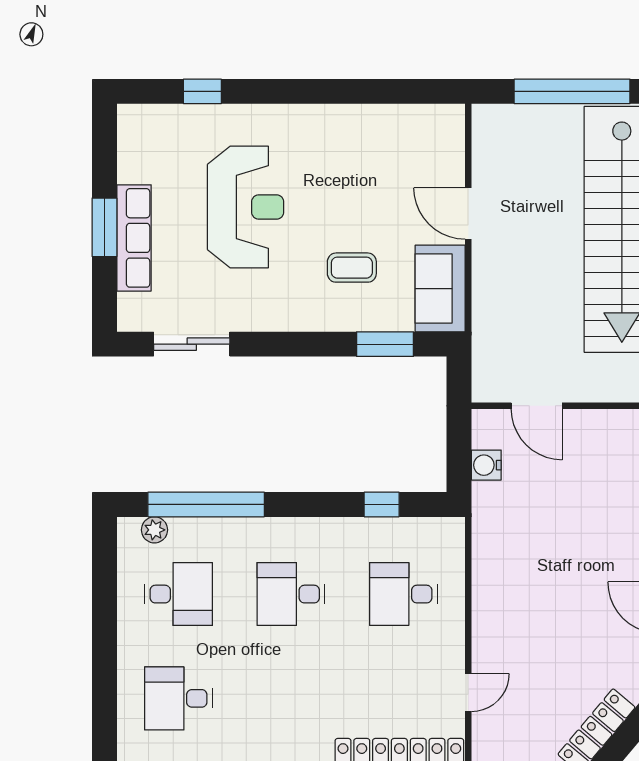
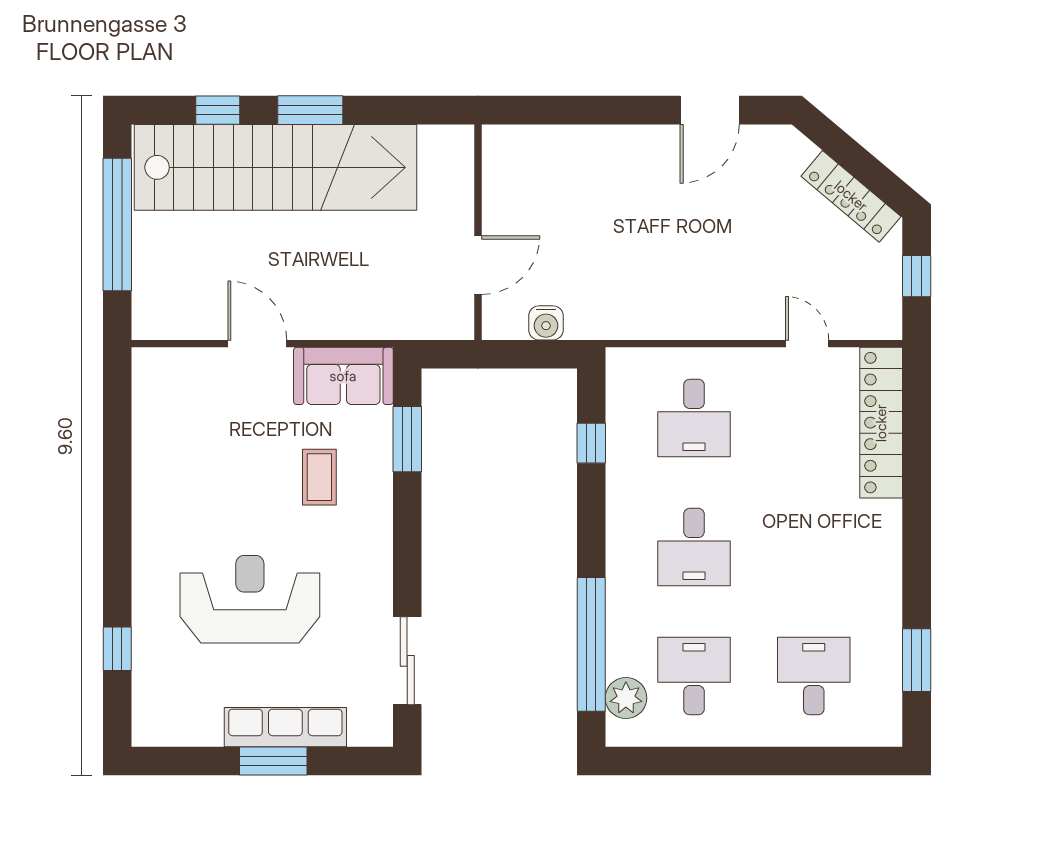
door: (468, 213) -> (257, 344), swing flipped
plant: (154, 530) -> (626, 698), width x1.38, depth x1.38
desk: (178, 698) -> (814, 676), turned 180

